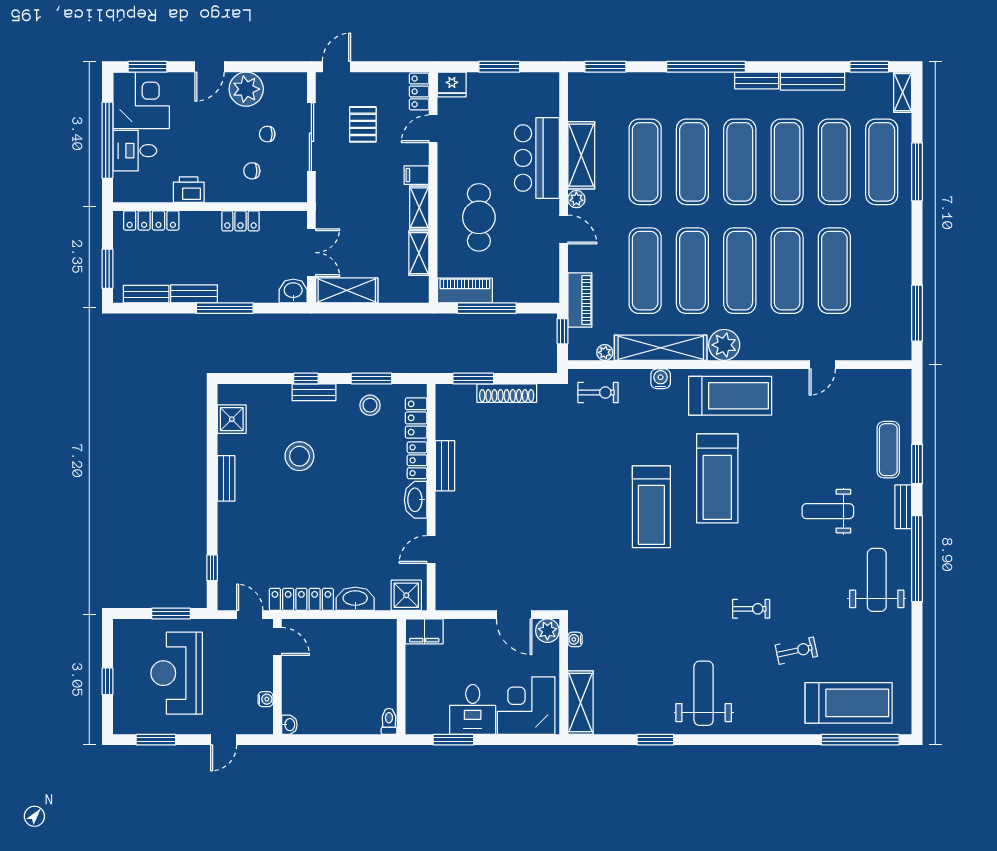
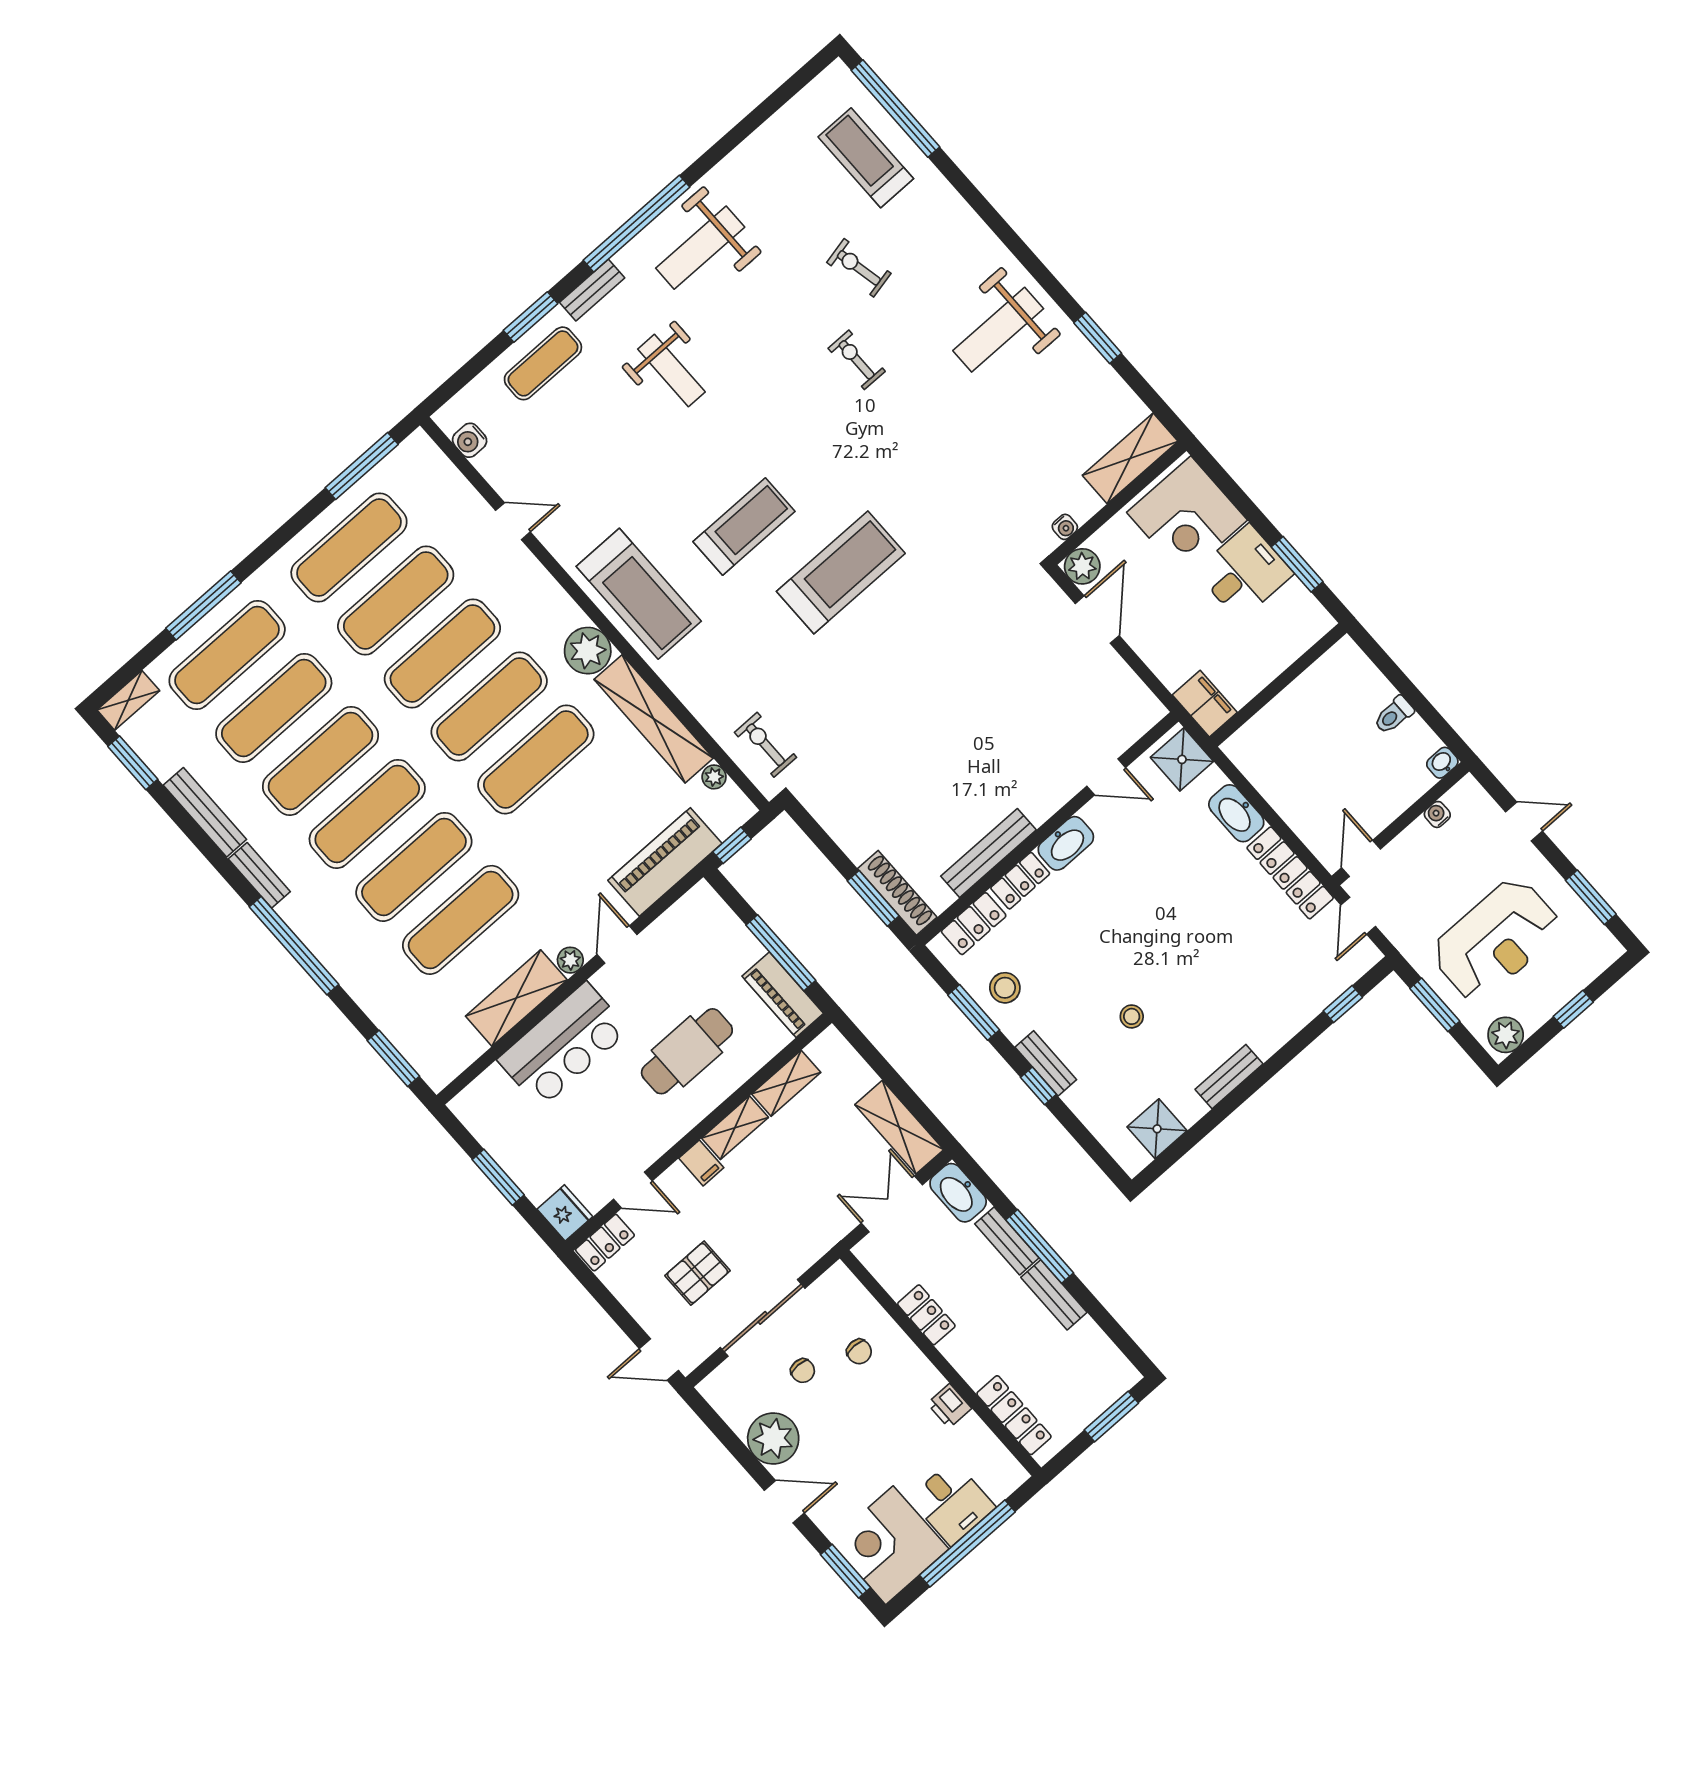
printer: (189, 190) -> (949, 1406), width x0.73, depth x0.81
exercise mat: (645, 271) -> (349, 548), moved
washbasin: (293, 291) -> (958, 1193), width x1.38
bench: (146, 294) -> (1007, 1241), moved
piano: (580, 300) -> (665, 862), width x1.37, depth x1.33
water cooler: (661, 379) -> (470, 440), moved
shoe rack: (507, 393) -> (897, 893), moved
treadmill: (730, 396) -> (639, 594), turned 180
stool: (299, 456) -> (1132, 1016), width x0.53, depth x0.53
bench: (445, 466) -> (988, 853), width x1.36
treadmill: (717, 478) -> (744, 526), width x0.73, depth x0.73
plant: (125, 636) -> (1506, 1035), added
treadmill: (849, 703) -> (866, 158), width x0.73, depth x0.73
toilet: (389, 721) -> (1394, 715), moved

